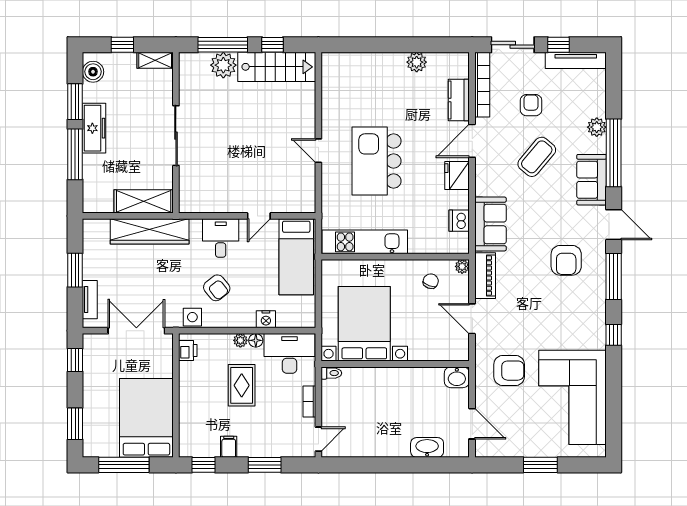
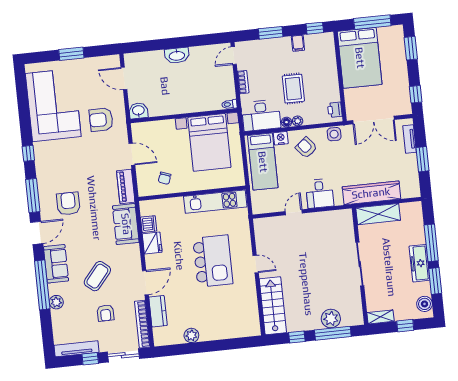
stairs: (277, 67) -> (273, 306), moved, turned 90
fridge: (457, 175) -> (152, 243), moved
door: (614, 225) -> (37, 233), swing flipped
bed: (296, 257) -> (263, 162), moved, turned 180
plant: (462, 266) -> (143, 191), removed
armchair: (217, 288) -> (306, 148), moved
washbasin: (427, 447) -> (177, 55), moved

